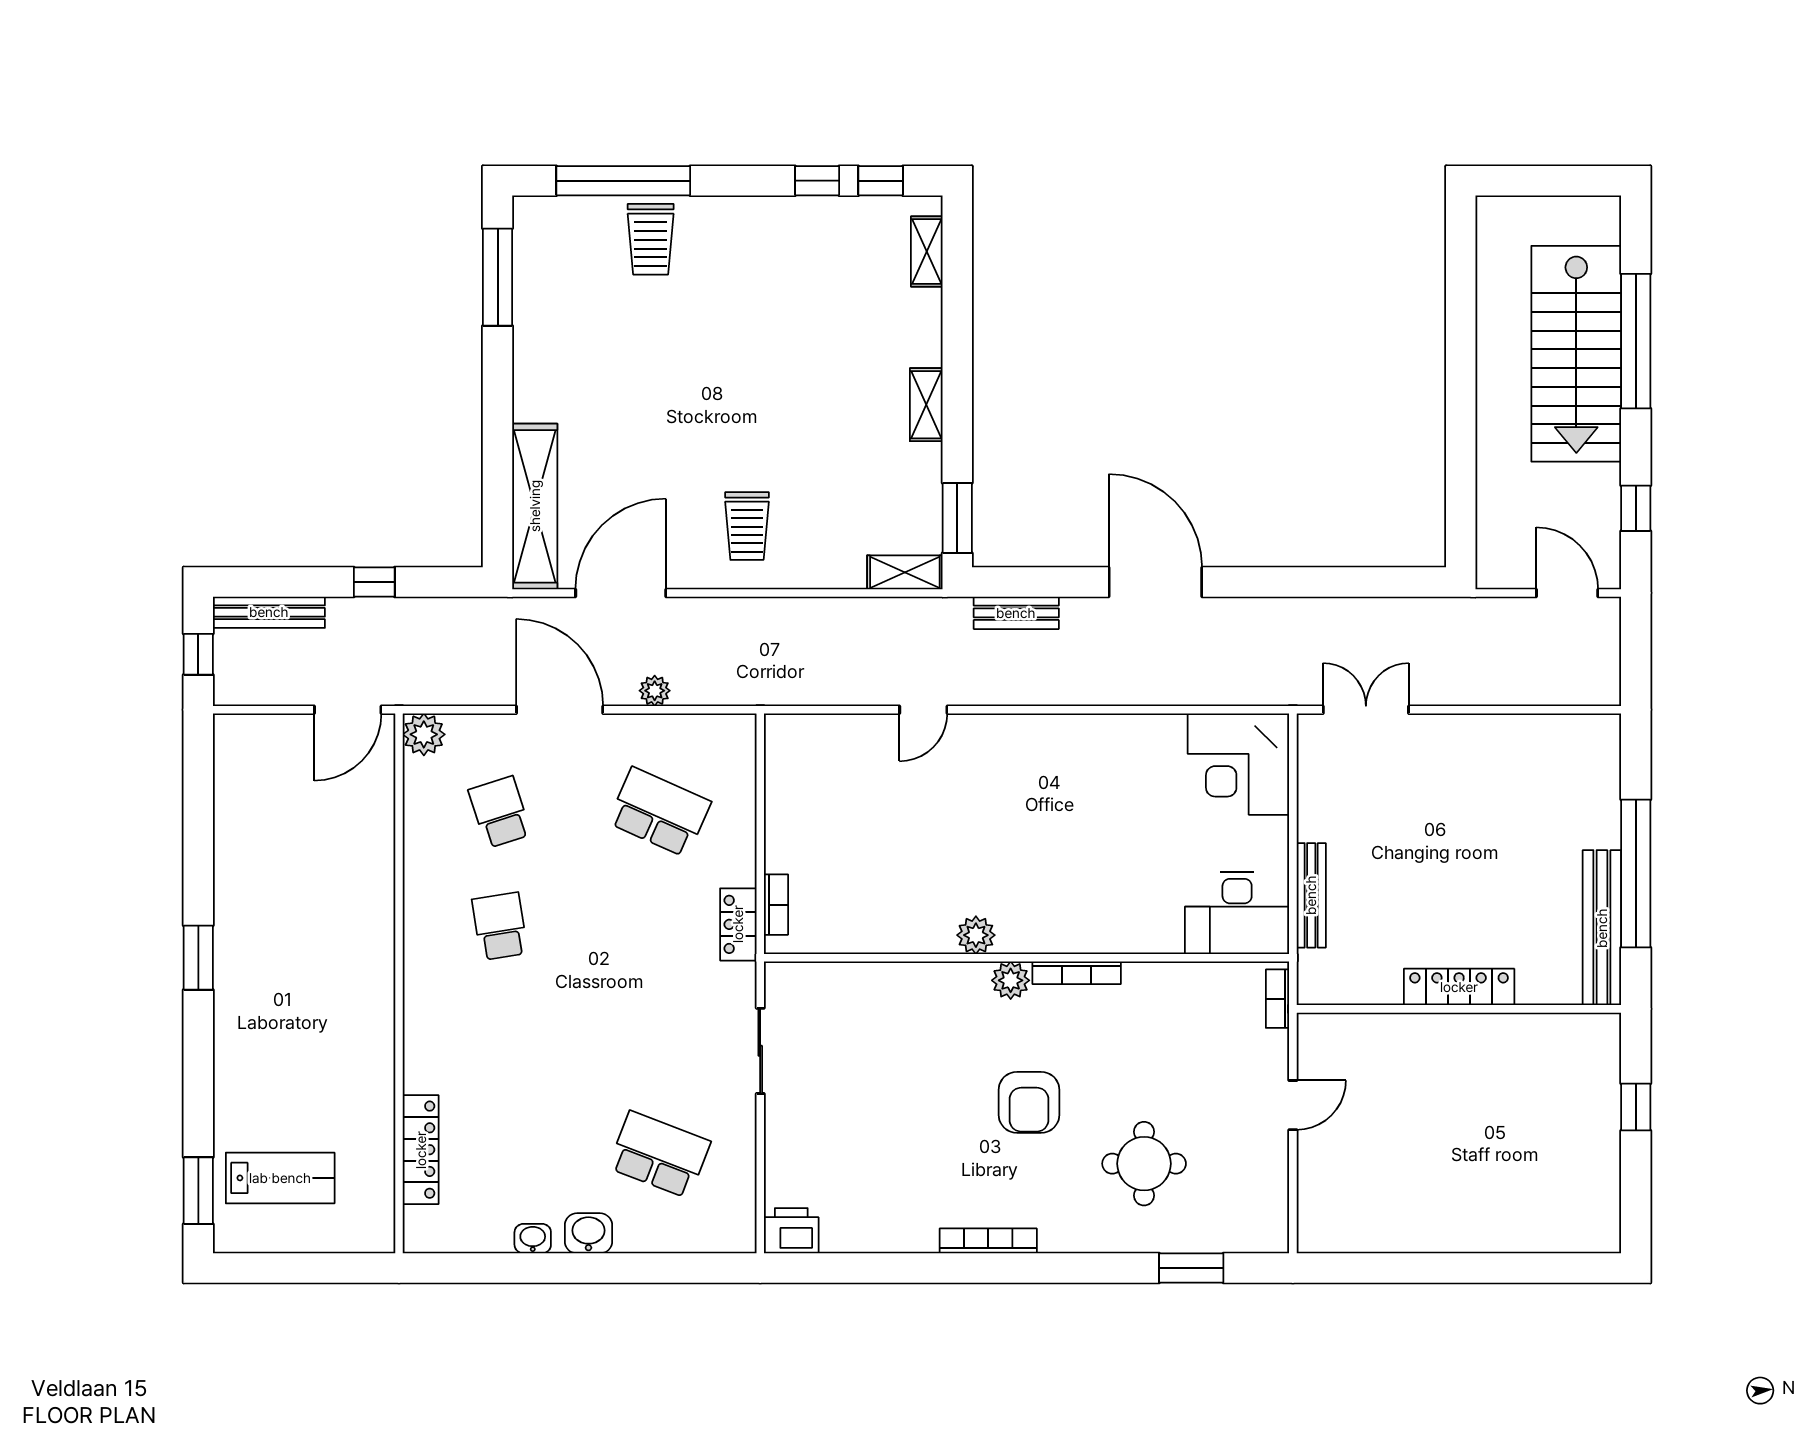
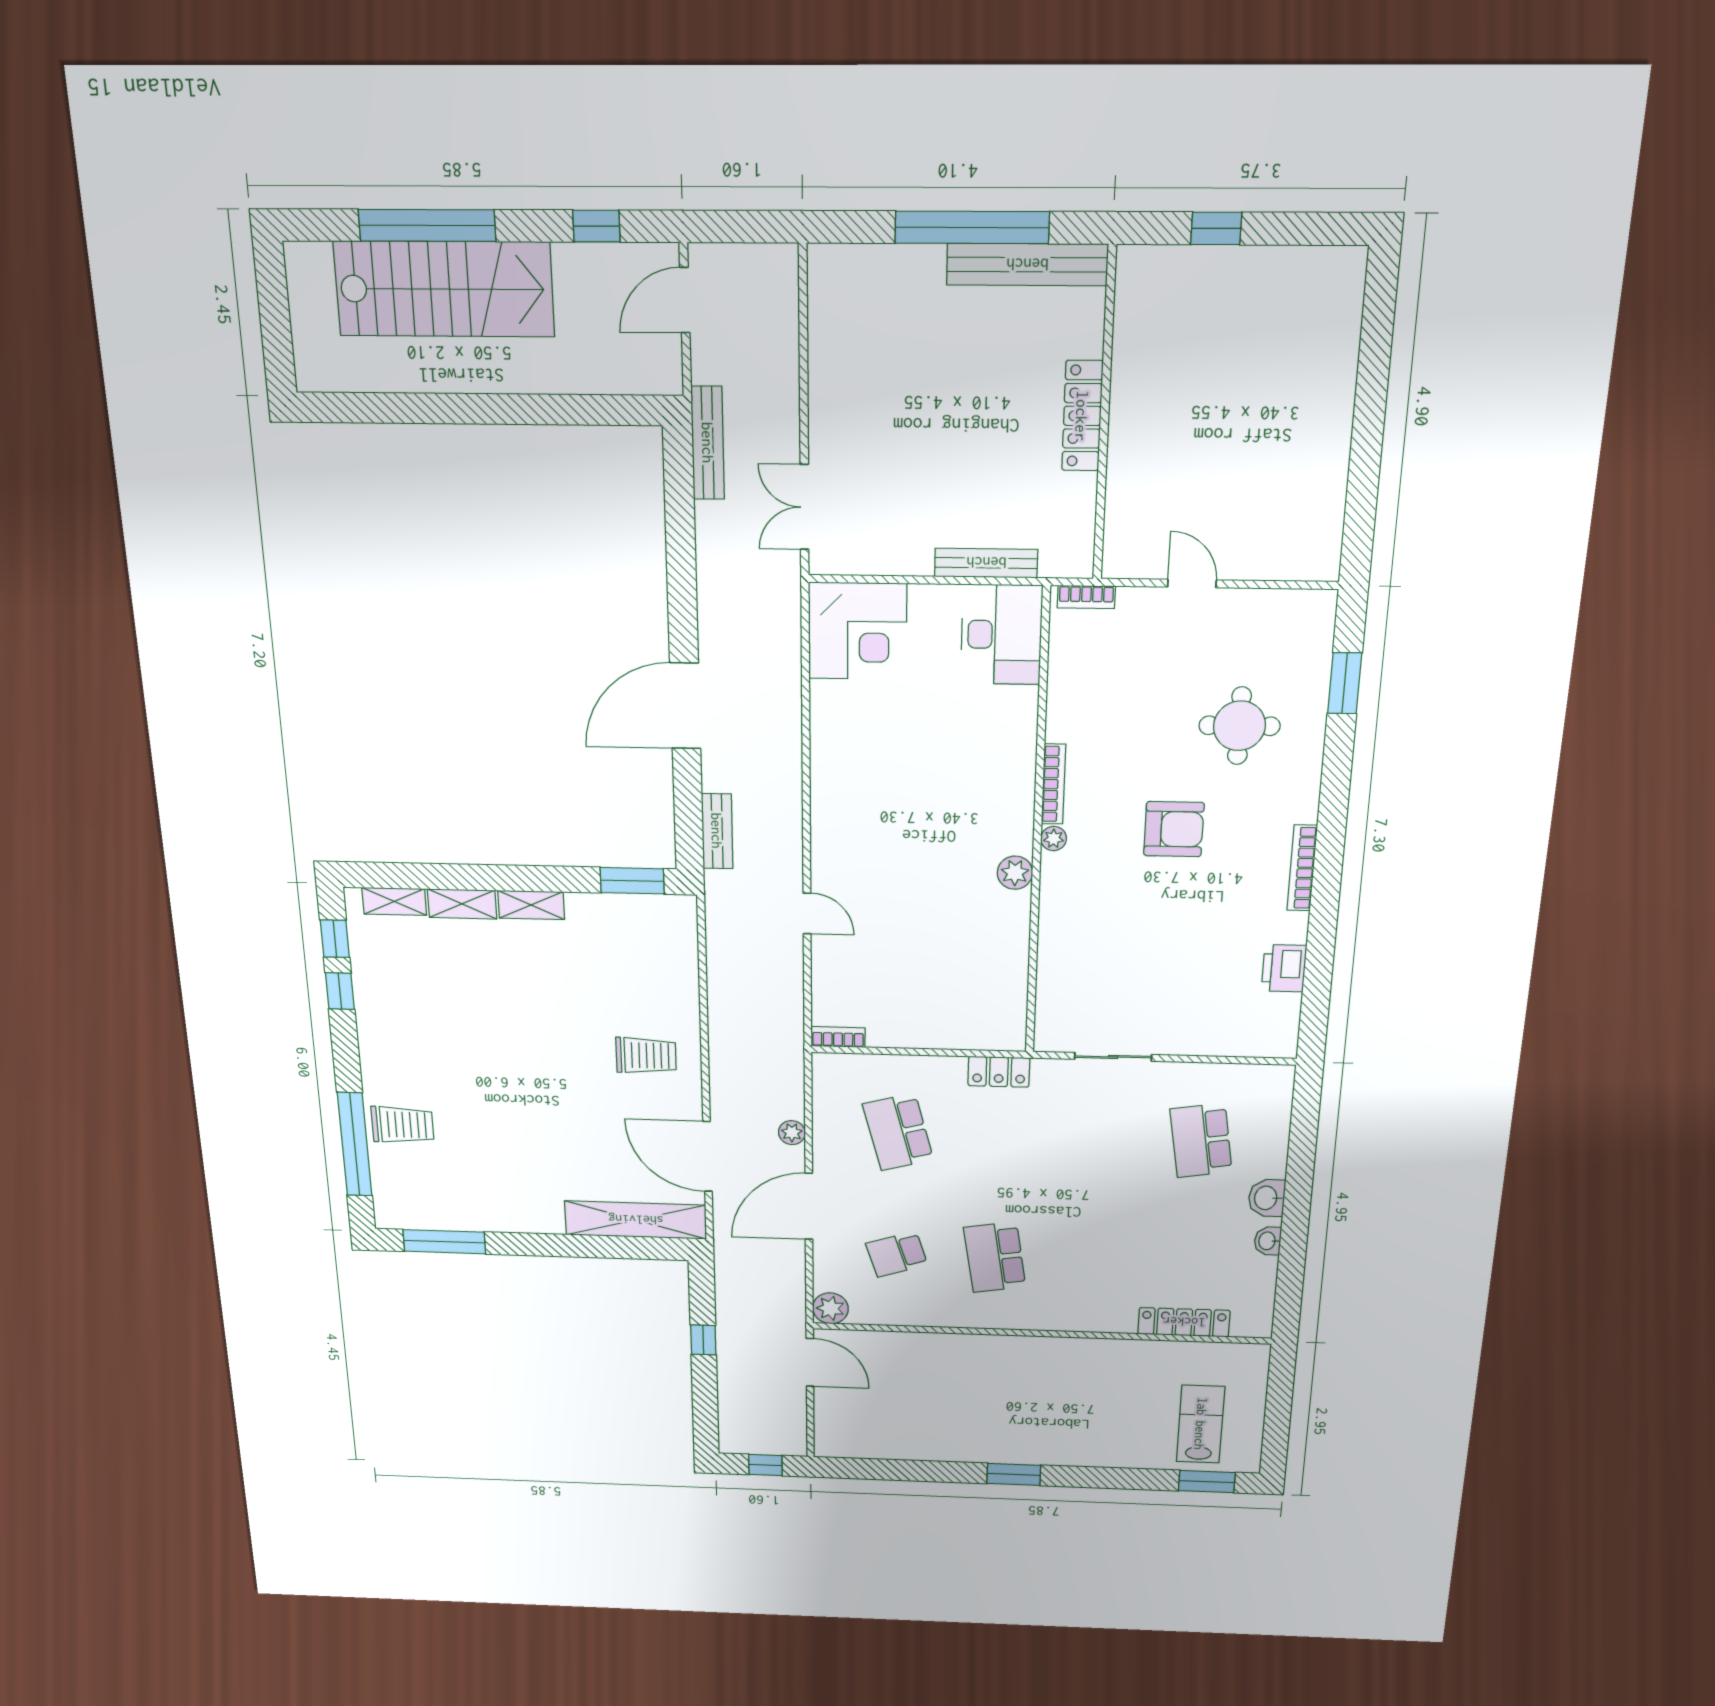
shelving: (905, 572) -> (462, 904), moved, turned 90
bench: (269, 612) -> (708, 443), moved
school desk: (659, 812) -> (898, 1132), turned -39
bookcase: (776, 905) -> (838, 1037), moved
school desk: (500, 926) -> (995, 1257), width x1.85
plant: (1011, 980) -> (1054, 839), width x0.73, depth x0.73
school desk: (659, 1155) -> (1201, 1140), turned -30
printer: (791, 1231) -> (1284, 968), moved

